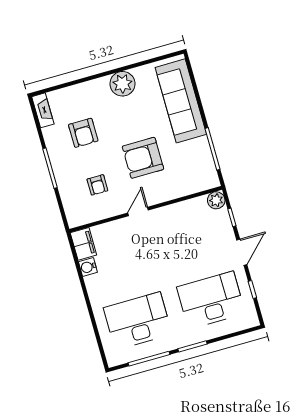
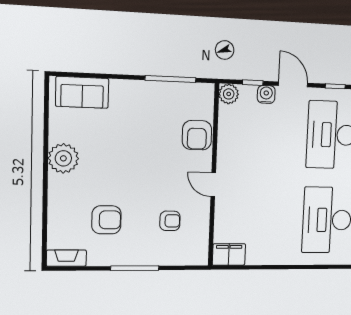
sofa: (181, 101) -> (82, 92), width x0.54, depth x0.79
armchair: (143, 158) -> (197, 135), moved, width x0.73, depth x0.73
water cooler: (88, 267) -> (266, 94), moved, turned 180

